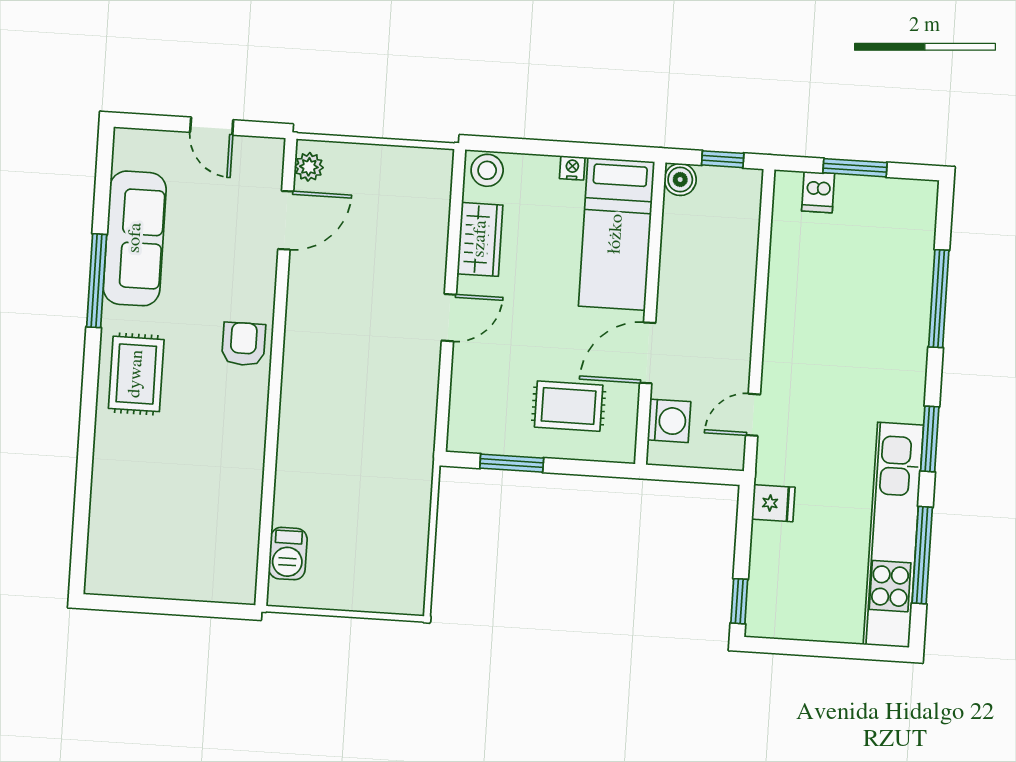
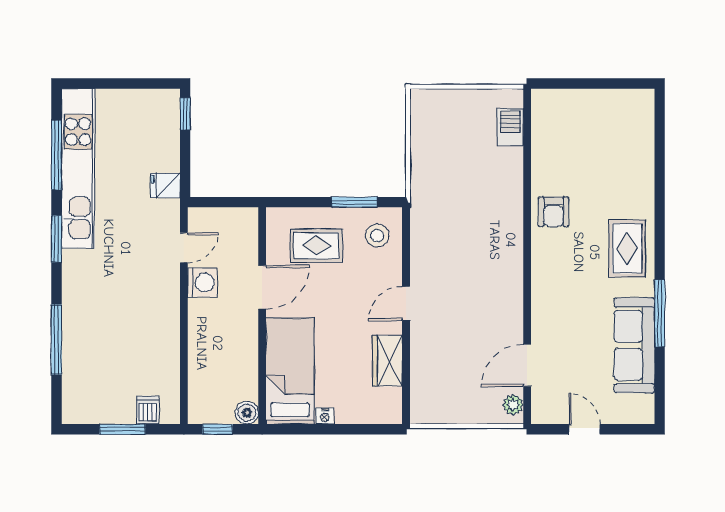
stool: (487, 170) -> (377, 236), moved
armchair: (244, 344) -> (554, 212), moved
washing machine: (669, 421) -> (202, 282), moved, turned 180

